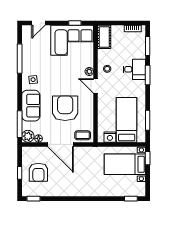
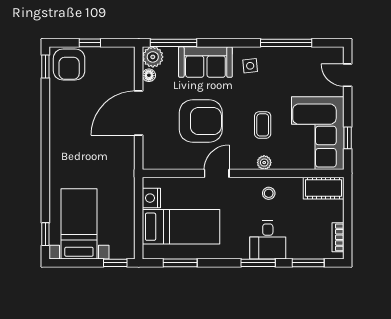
door: (96, 86) -> (217, 173), moved
coffee table: (83, 135) -> (263, 125), moved
bed with nightstands: (125, 164) -> (79, 224), moved
armchair: (38, 172) -> (69, 65), moved, turned -90

